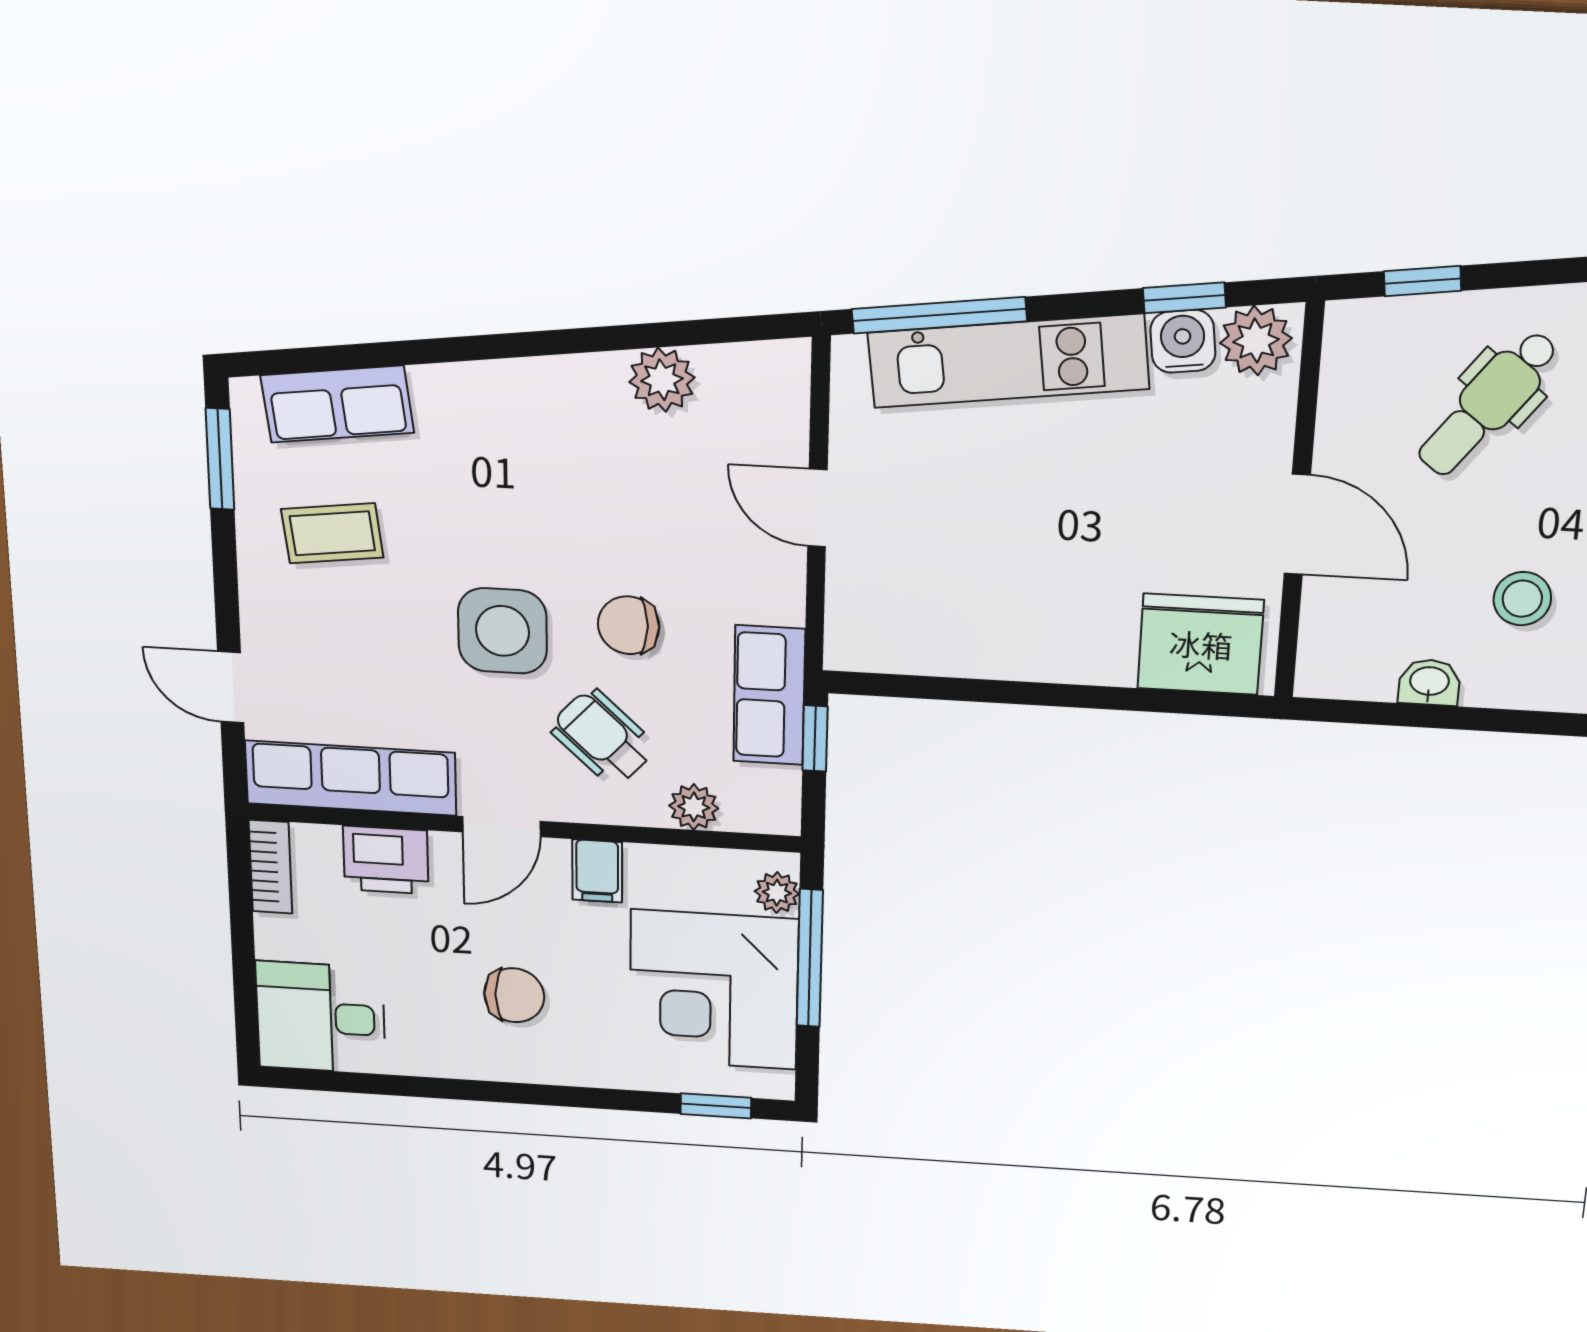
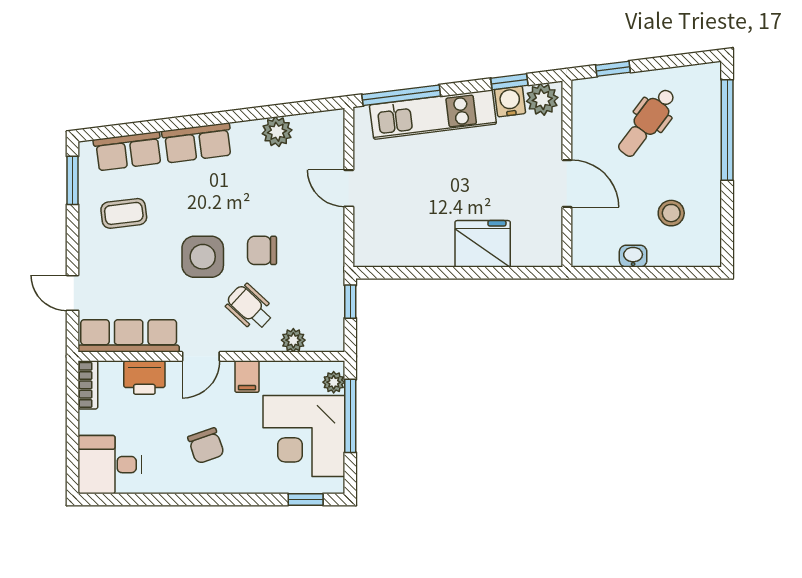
fridge: (1201, 644) -> (483, 244), moved
row of seats: (769, 695) -> (197, 143), moved, turned -97
chair: (514, 995) -> (206, 446), turned 71

